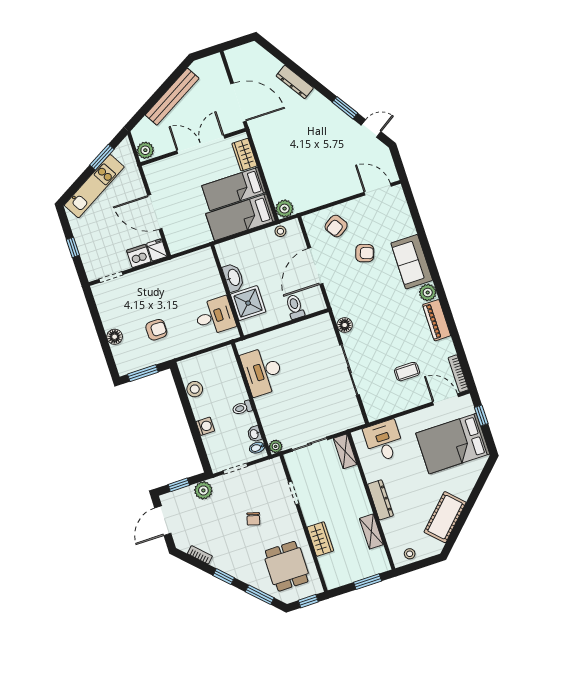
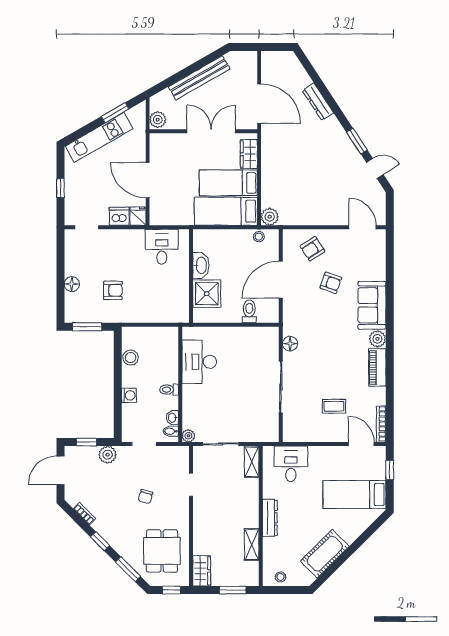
desk: (215, 316) -> (162, 247), moved, turned -90
bed: (453, 444) -> (354, 494), width x0.67
wardrobe: (320, 539) -> (202, 571), moved

